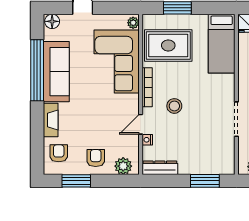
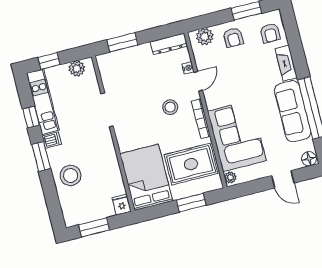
bed: (222, 44) -> (146, 177), width x1.50

